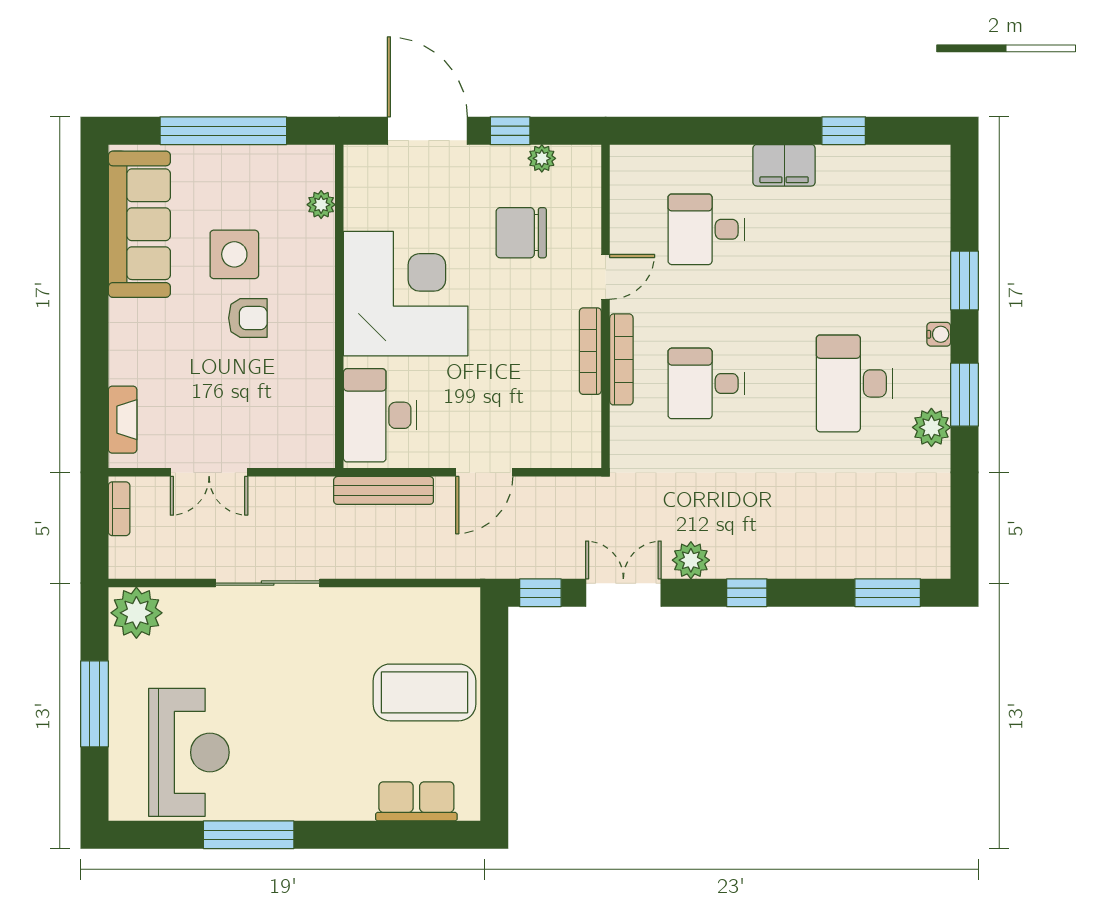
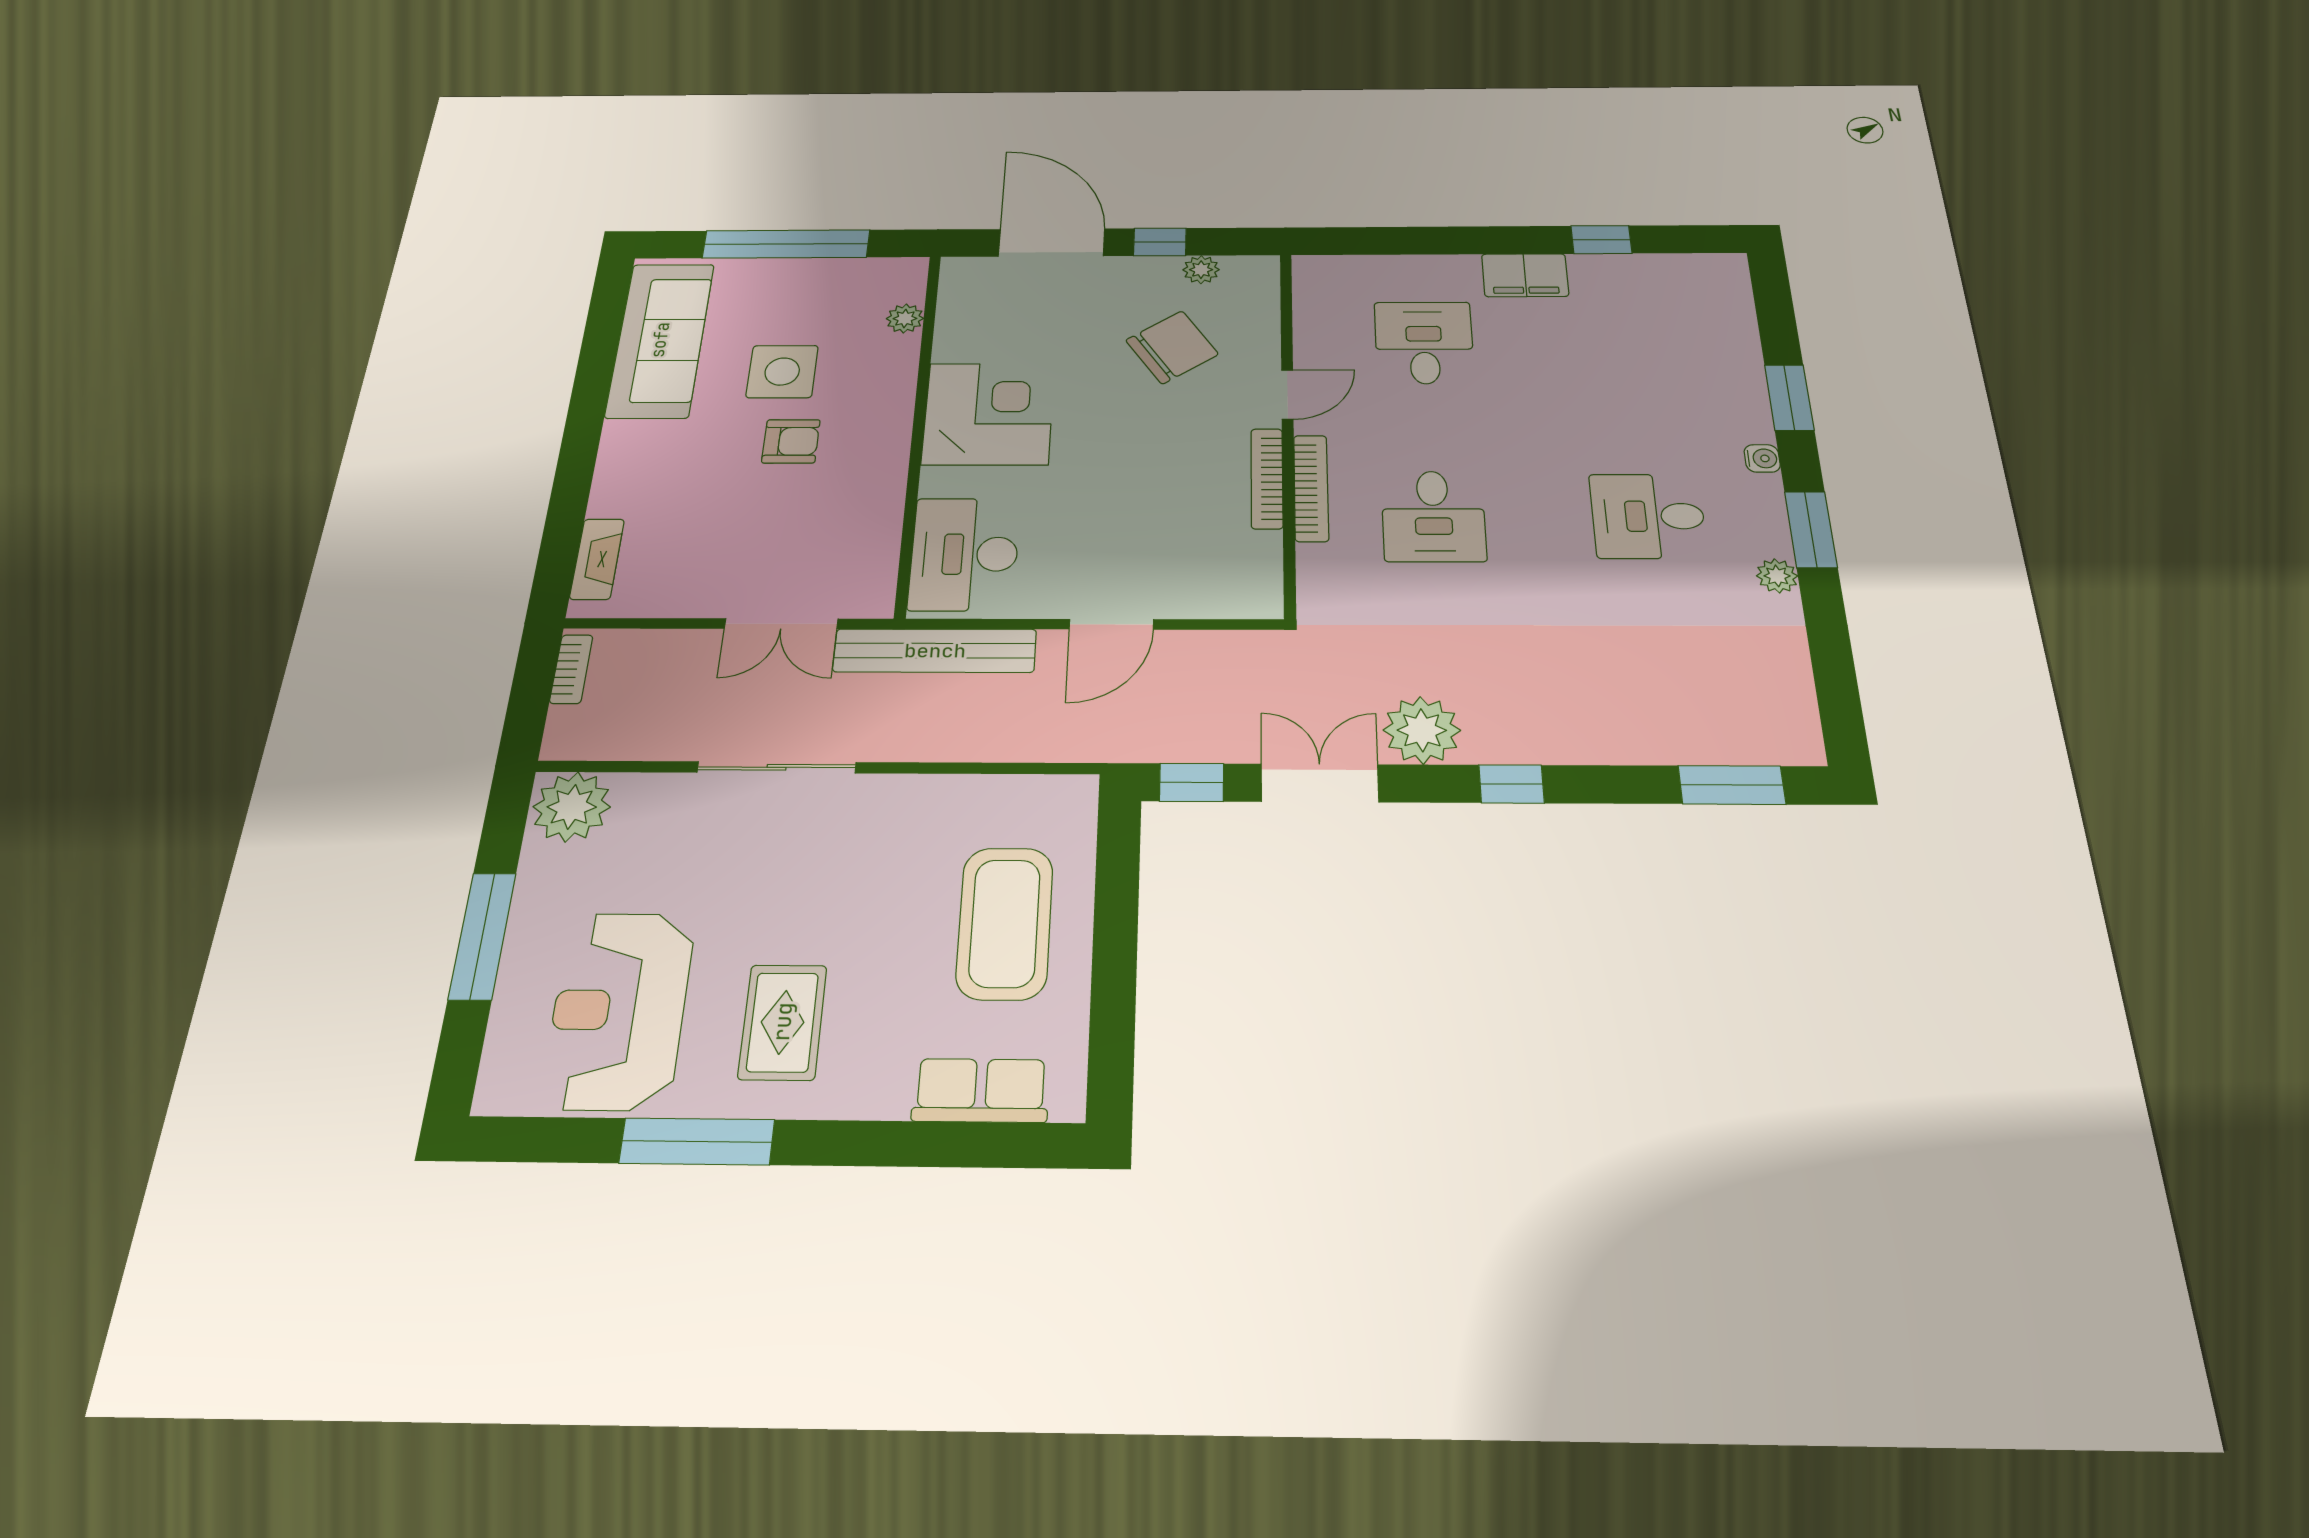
desk: (706, 229) -> (1424, 343), turned 90
chair: (521, 233) -> (1172, 347), turned 146
corner desk: (406, 294) -> (988, 414), width x0.74, depth x0.74
desk: (706, 383) -> (1433, 516), turned -90
desk: (854, 383) -> (1648, 516), width x0.73
plant: (931, 427) -> (1777, 576), width x0.73, depth x0.73
double door: (209, 472) -> (781, 624), moved
bench: (384, 490) -> (935, 651), width x1.37, depth x1.21
plant: (691, 560) -> (1422, 730), width x1.36, depth x1.36
coffee table: (424, 692) -> (1005, 923), turned 90
reception desk: (189, 752) -> (619, 1010), turned 180
rug: (292, 759) -> (783, 1022), added

